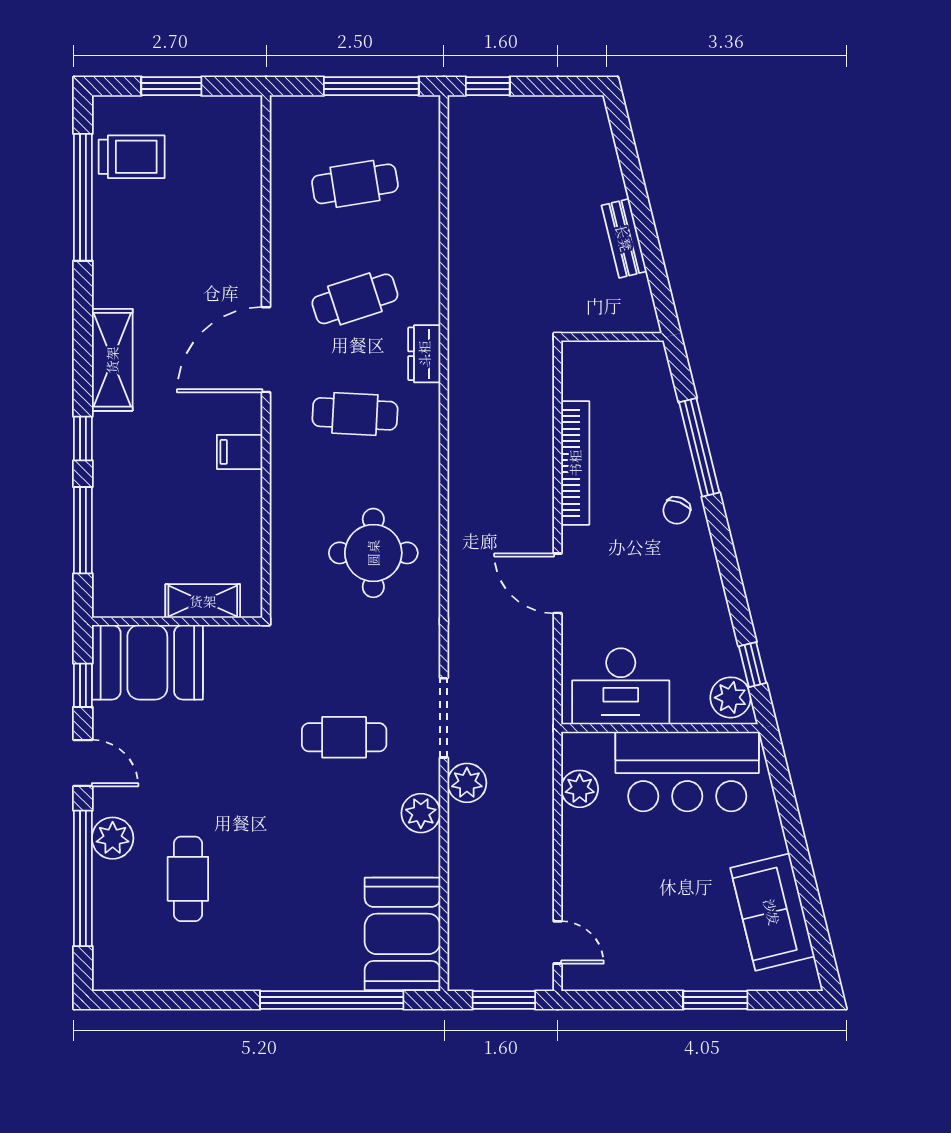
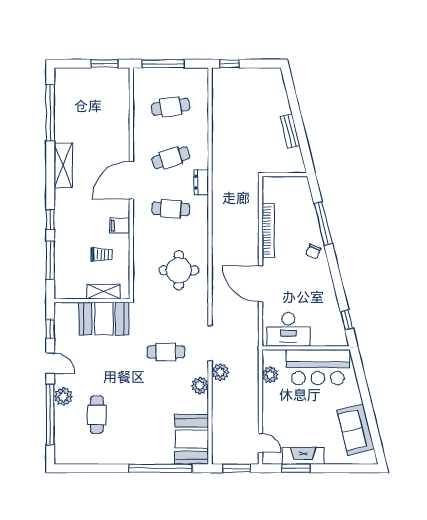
window: (171, 86) -> (104, 64), moved
window: (371, 86) -> (163, 64), moved
trolley: (132, 157) -> (101, 255), moved, width x0.73, depth x0.72
shelving: (112, 360) -> (63, 165), moved
door: (558, 583) -> (260, 284), width x1.36
booth: (147, 662) -> (104, 319), moved
plant: (731, 697) -> (337, 334), removed
fireplace: (654, 972) -> (303, 456), added
window: (715, 1000) -> (296, 468), moved

